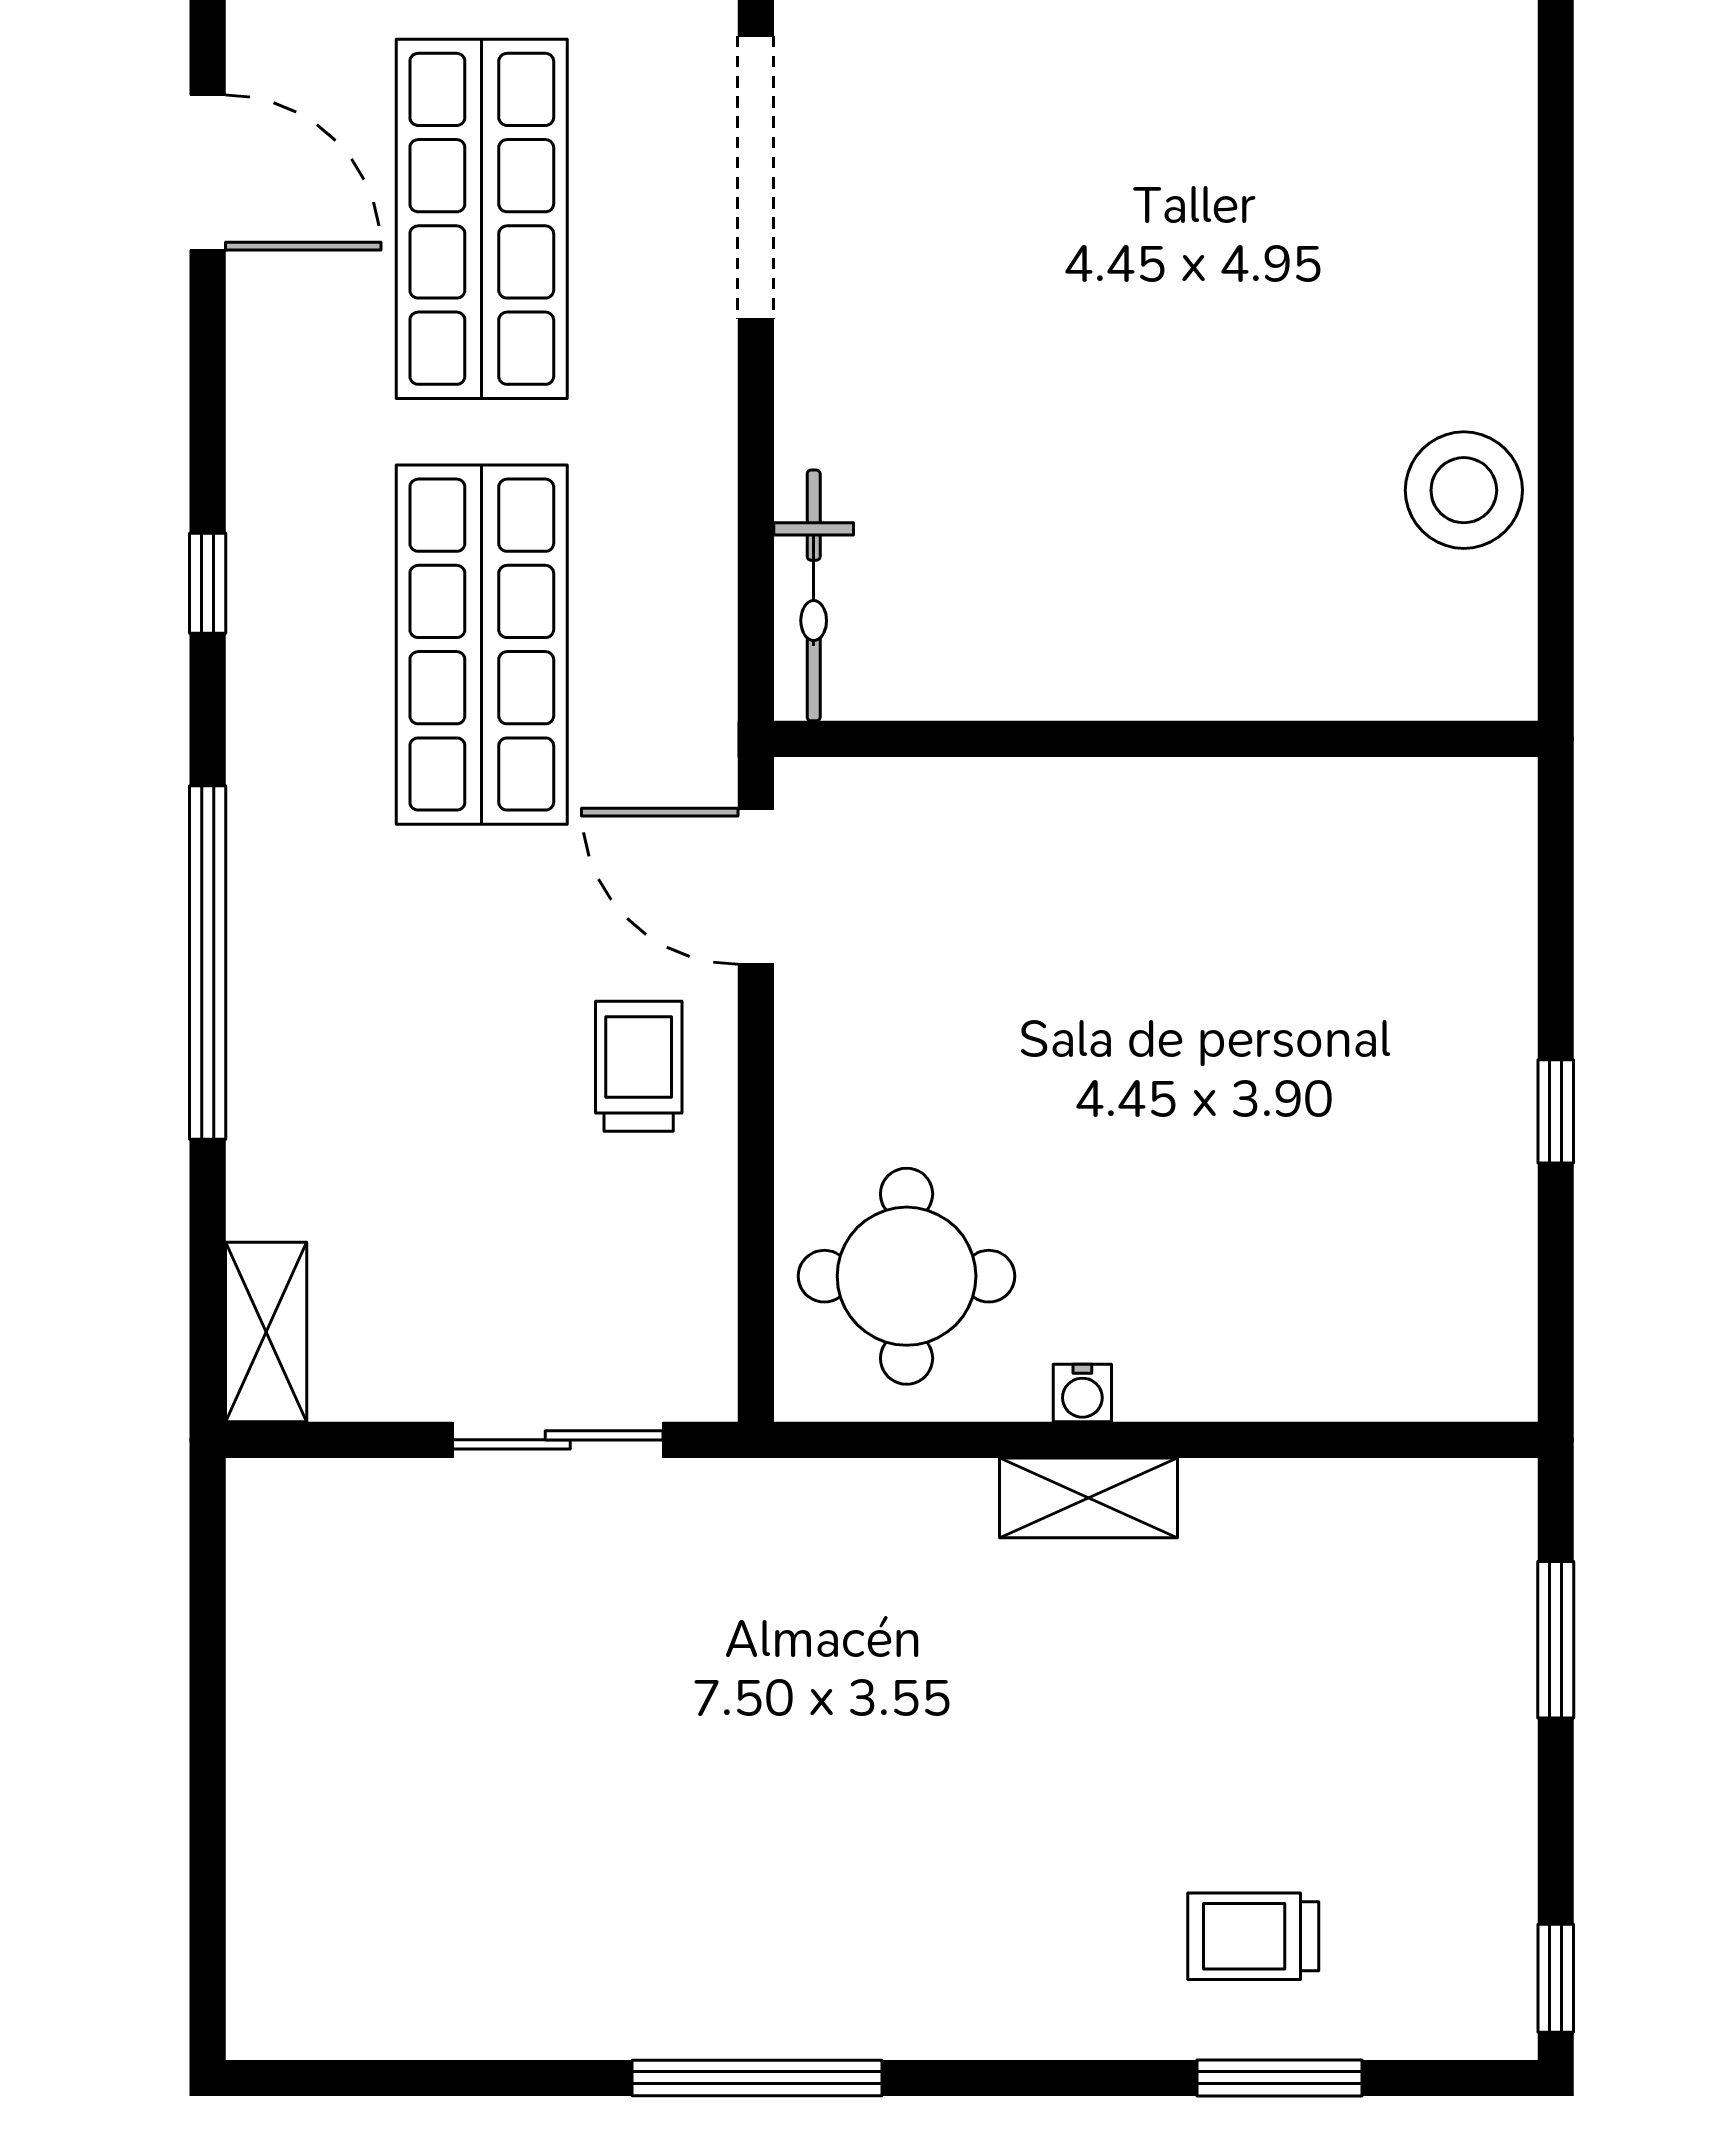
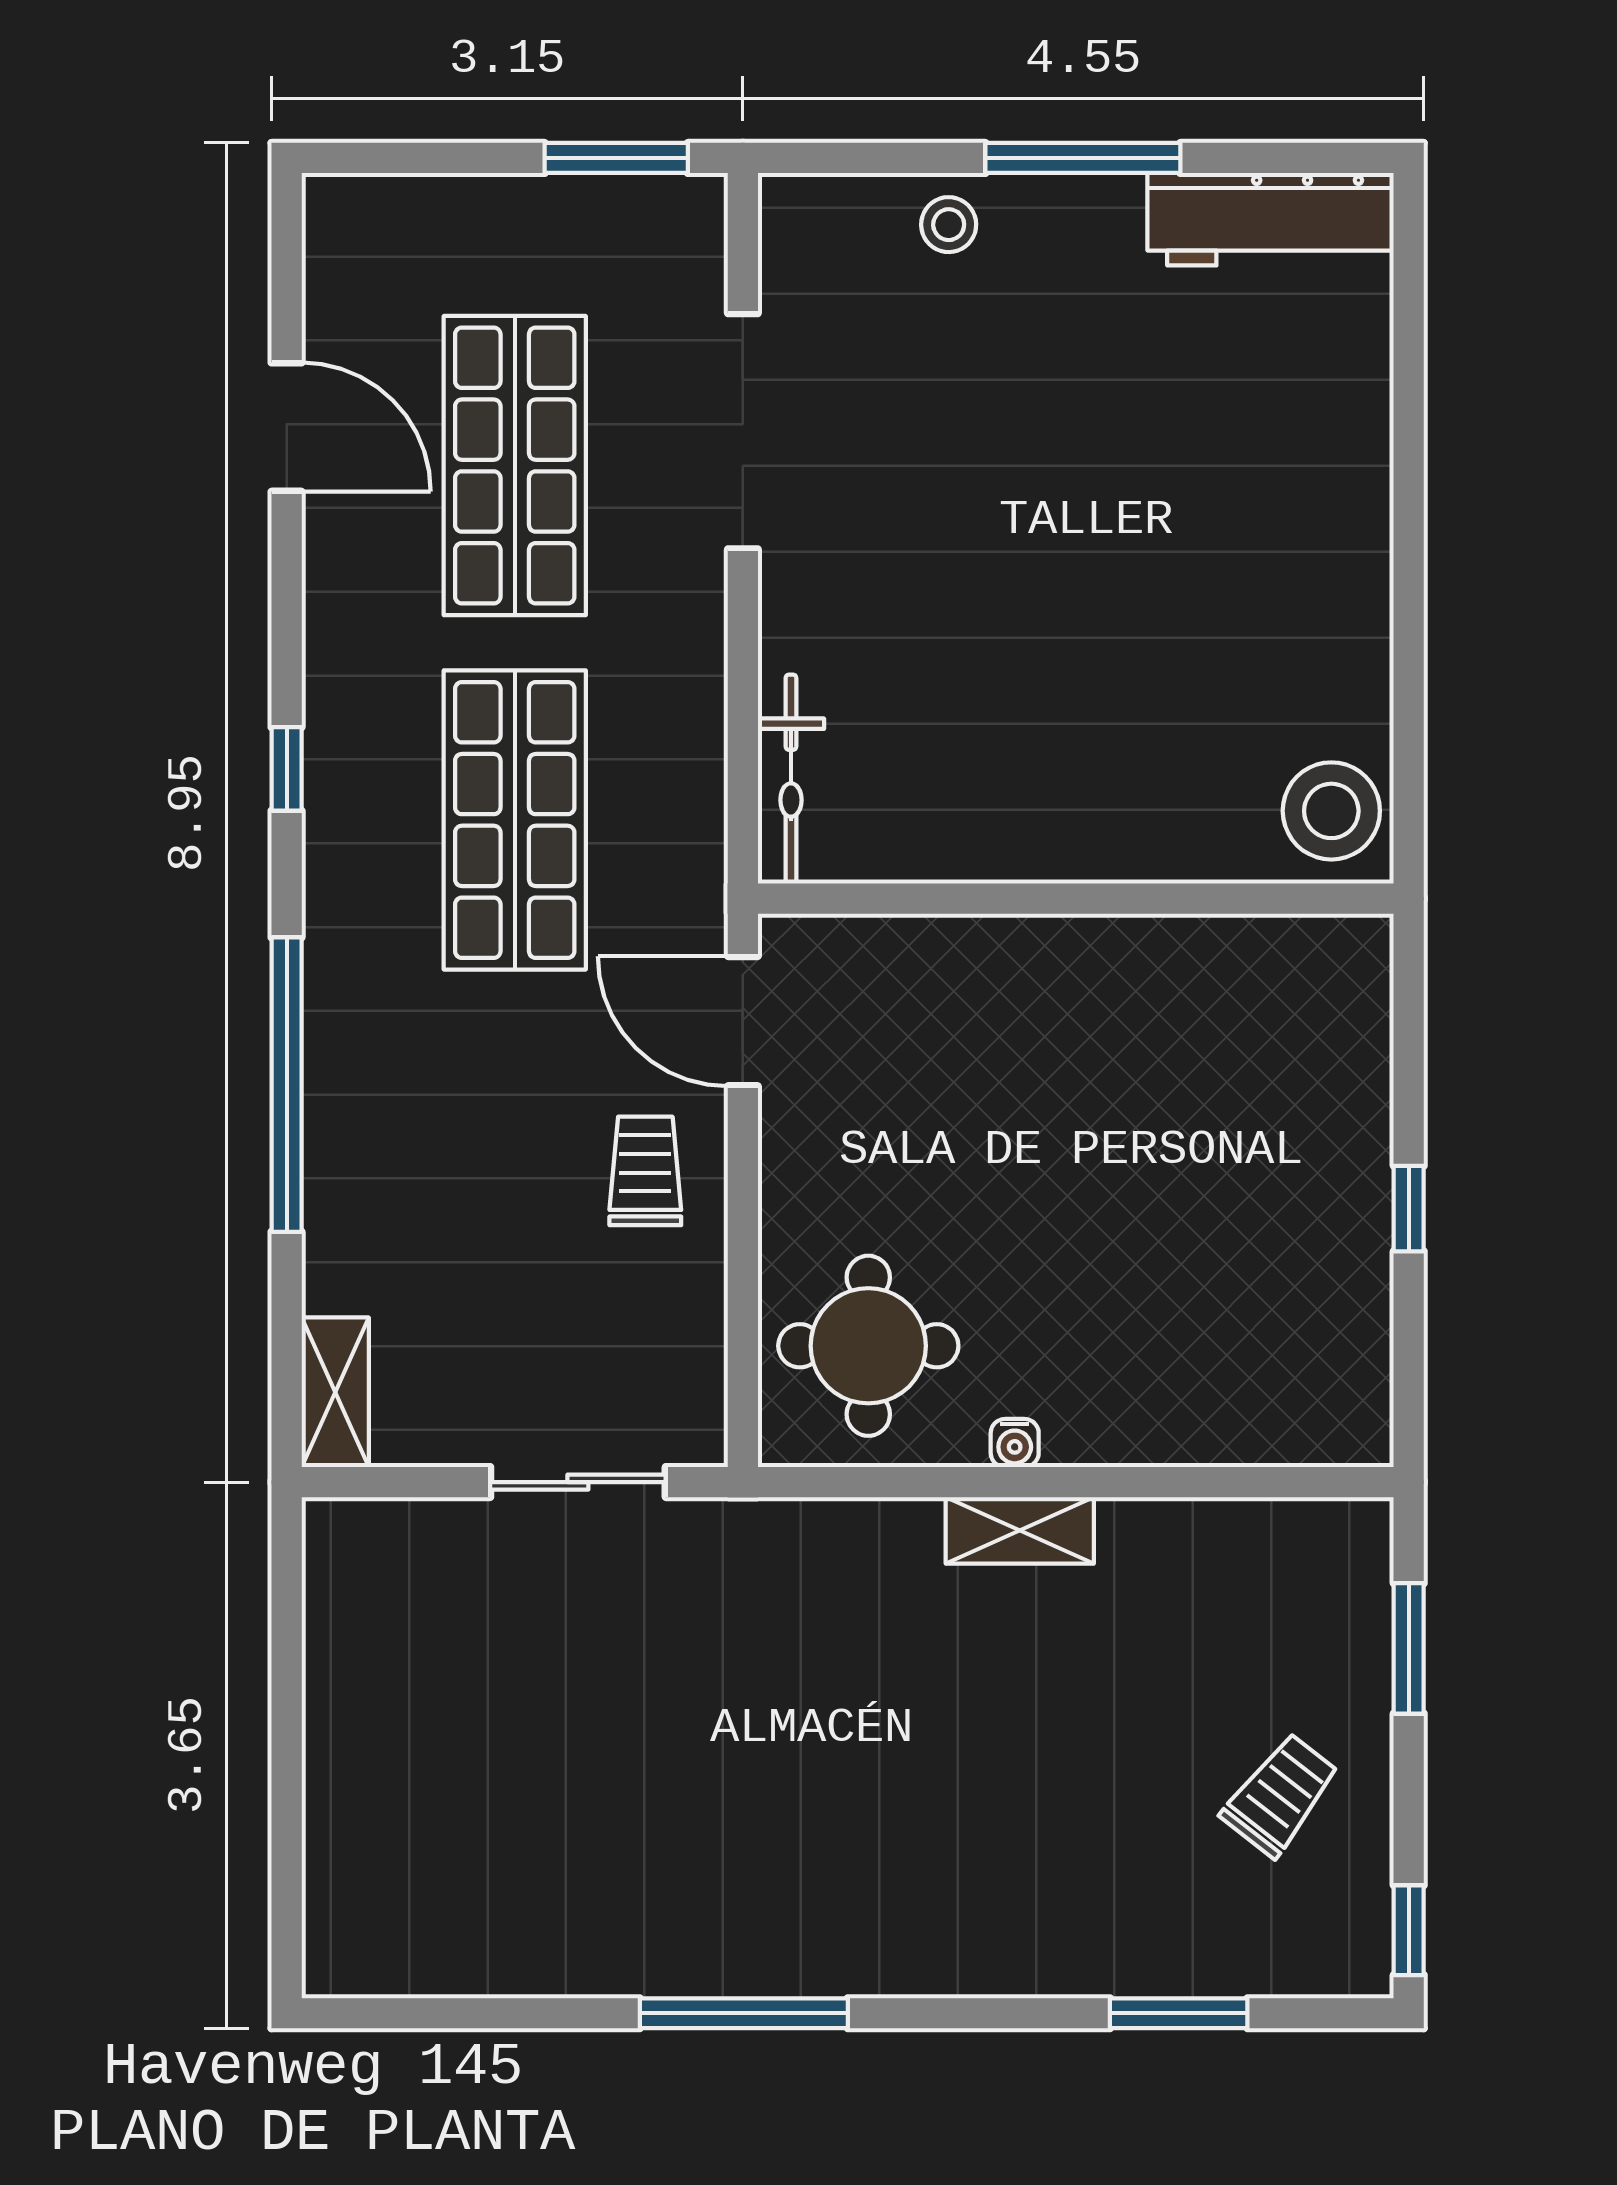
stool: (1464, 490) -> (1331, 811), moved
trolley: (1253, 1936) -> (1280, 1795), moved, turned 128

